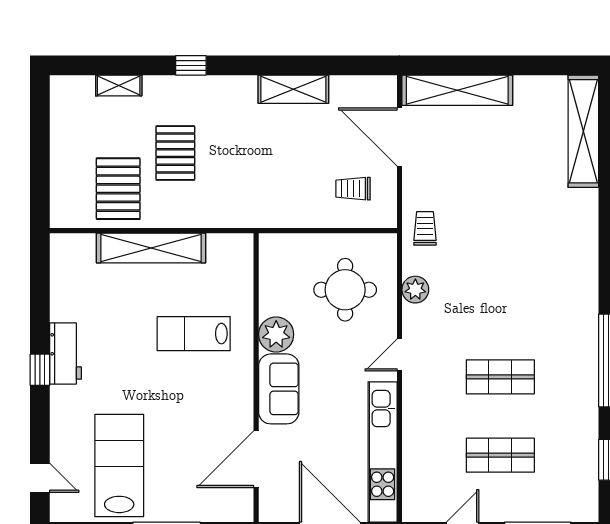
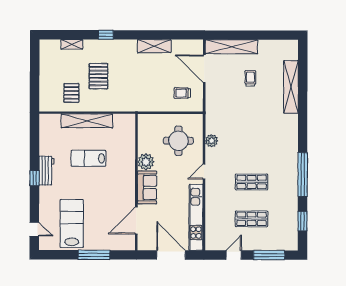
shelving: (583, 131) -> (291, 87), moved
pallet: (118, 189) -> (71, 93), width x0.67, depth x0.71
trolley: (425, 228) -> (250, 78), moved
lab bench: (194, 334) -> (88, 158), moved

